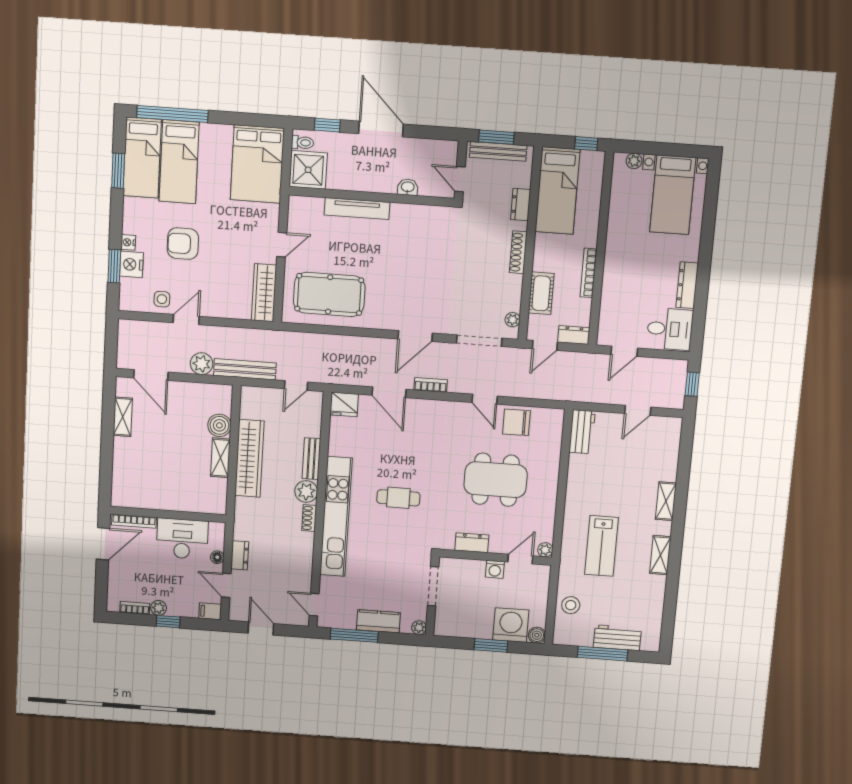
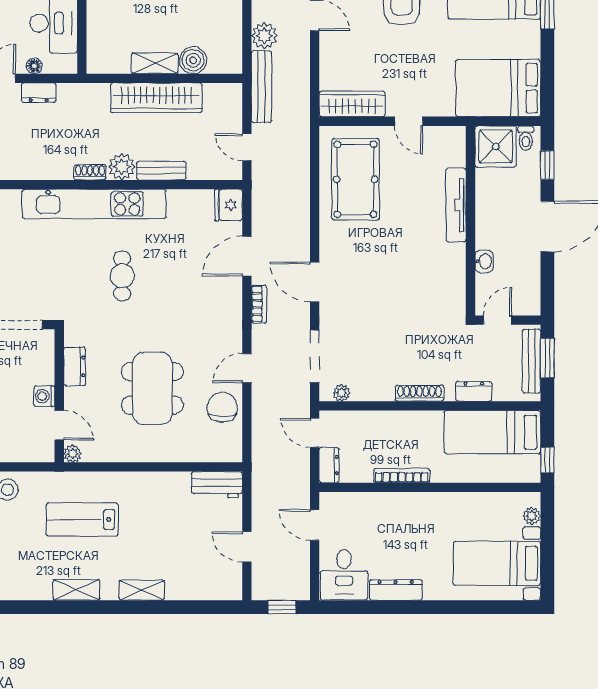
cot: (541, 293) -> (374, 423), removed

